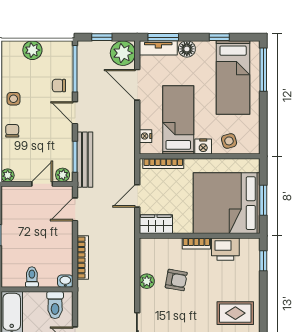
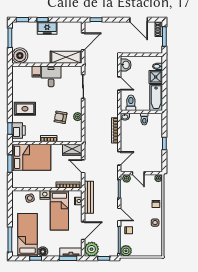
floor lamp: (187, 49) -> (43, 252), moved
plant: (32, 50) -> (126, 251), moved
door: (137, 85) -> (83, 231), hinge flipped
bench: (85, 160) -> (89, 197), moved
door: (42, 184) -> (138, 173), hinge flipped
door: (137, 196) -> (83, 166), swing flipped
bed: (227, 203) -> (31, 157), width x0.73
printer: (225, 249) -> (19, 131), moved, turned 90
rug: (235, 313) -> (25, 109), moved

